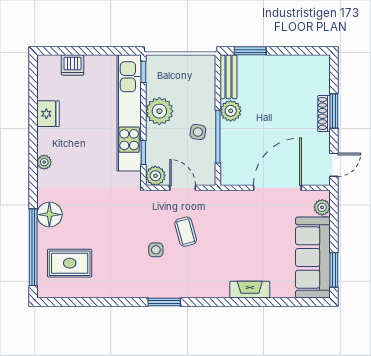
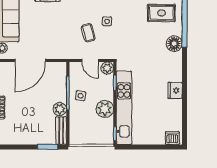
dishwasher: (73, 65) -> (172, 138), moved
fridge: (48, 114) -> (175, 90), moved
plant: (44, 162) -> (178, 77), removed

